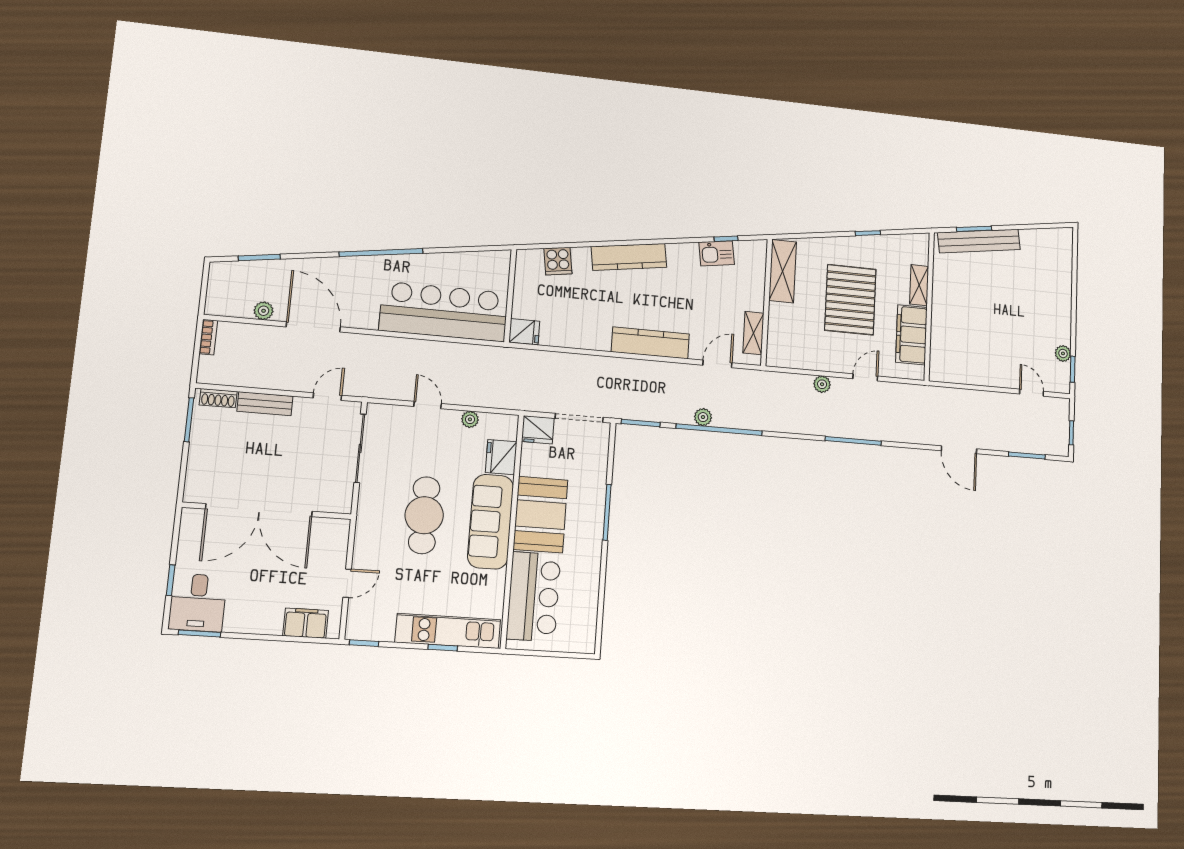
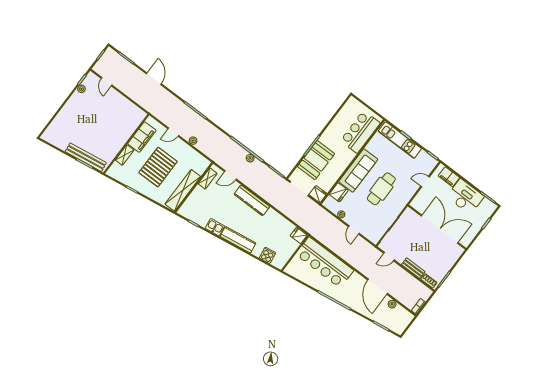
kitchen sink: (717, 253) -> (215, 227), moved
shelving: (783, 271) -> (183, 190), width x1.47
booth: (541, 515) -> (316, 160), moved
desk: (198, 603) -> (465, 197), moved, width x1.37

